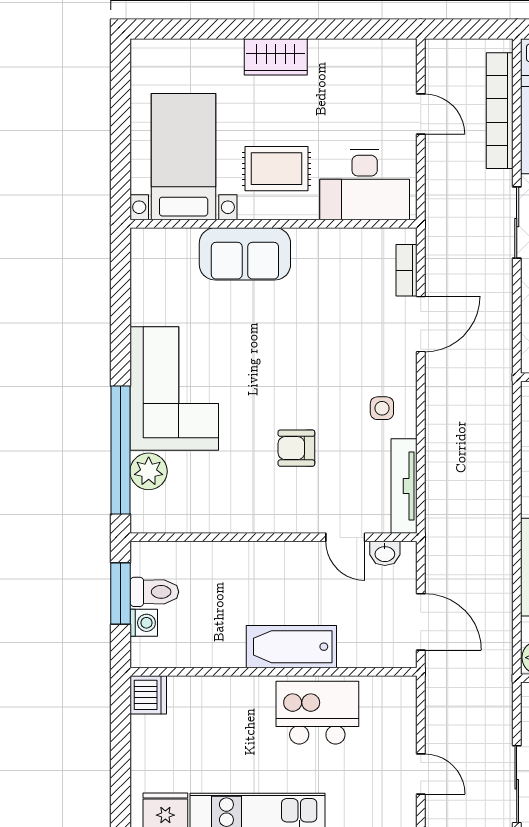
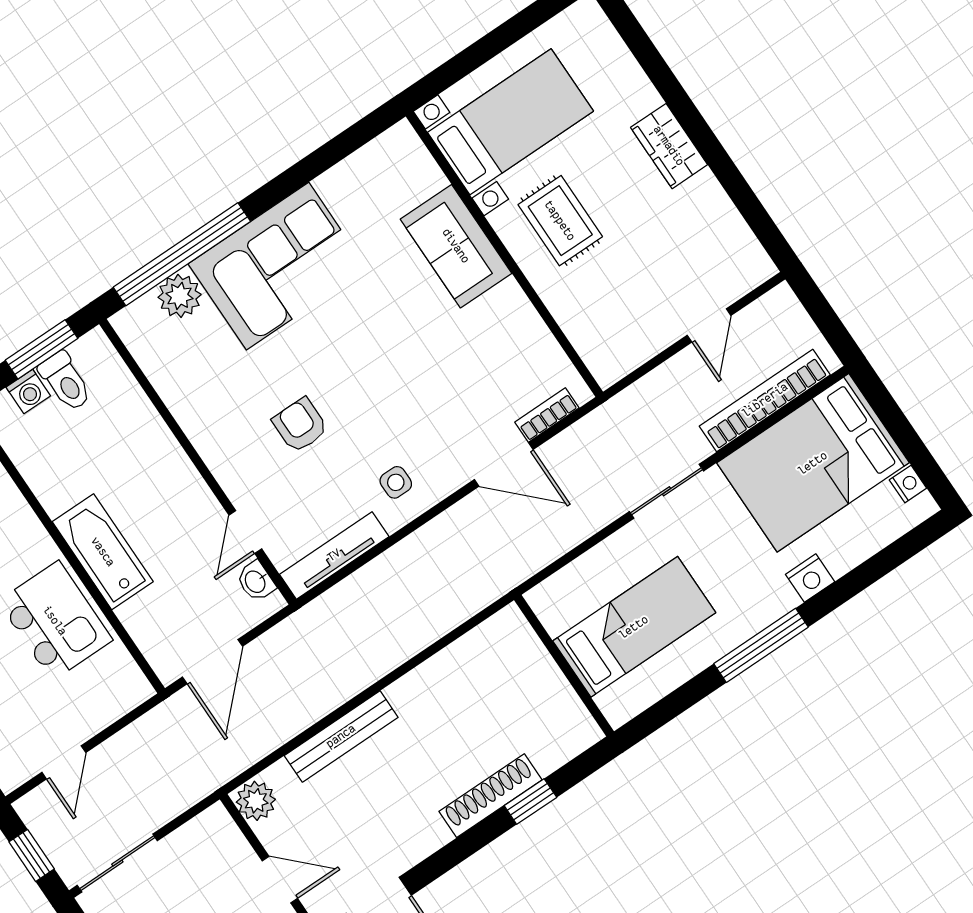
desk: (365, 185) -> (603, 317), removed

